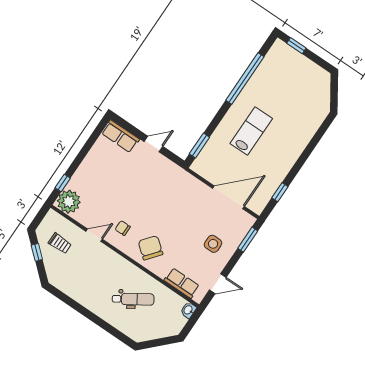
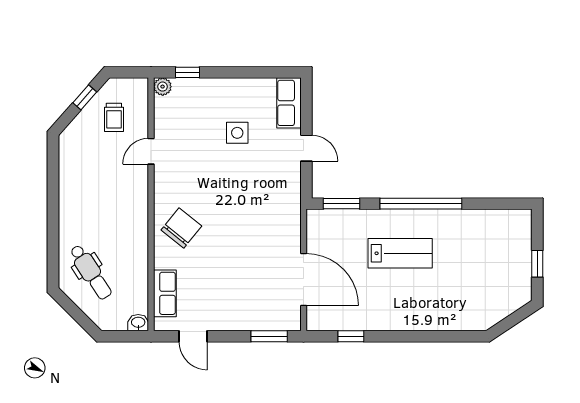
window: (296, 46) -> (537, 264), moved
window: (245, 78) -> (421, 204), moved
plant: (69, 202) -> (163, 87), width x0.53, depth x0.53
chair: (123, 228) -> (182, 179), removed
door: (94, 235) -> (151, 151), swing flipped
side table: (213, 244) -> (237, 133), moved
dental chair: (133, 299) -> (91, 272), moved

